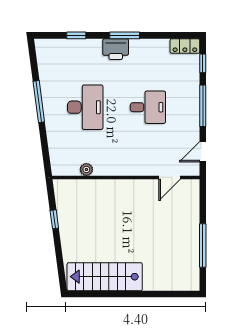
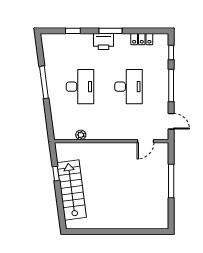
locker: (185, 46) -> (142, 39), moved
desk: (148, 107) -> (129, 87), width x1.37
door: (203, 152) -> (171, 121), swing flipped
window: (203, 245) -> (171, 181), moved
stairs: (105, 277) -> (72, 190), moved, turned 82

